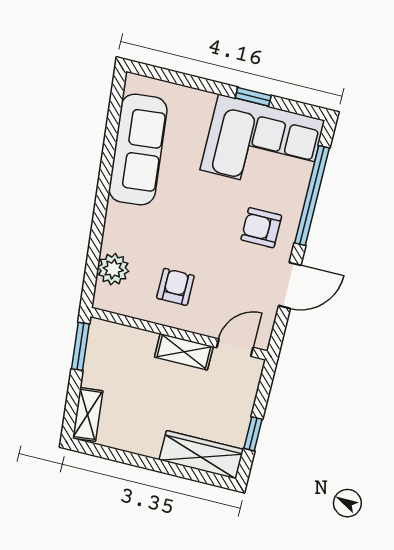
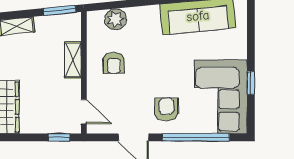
armchair: (175, 287) -> (114, 63), turned 90
shelving: (184, 352) -> (73, 60), moved
window: (253, 434) -> (59, 137), moved

